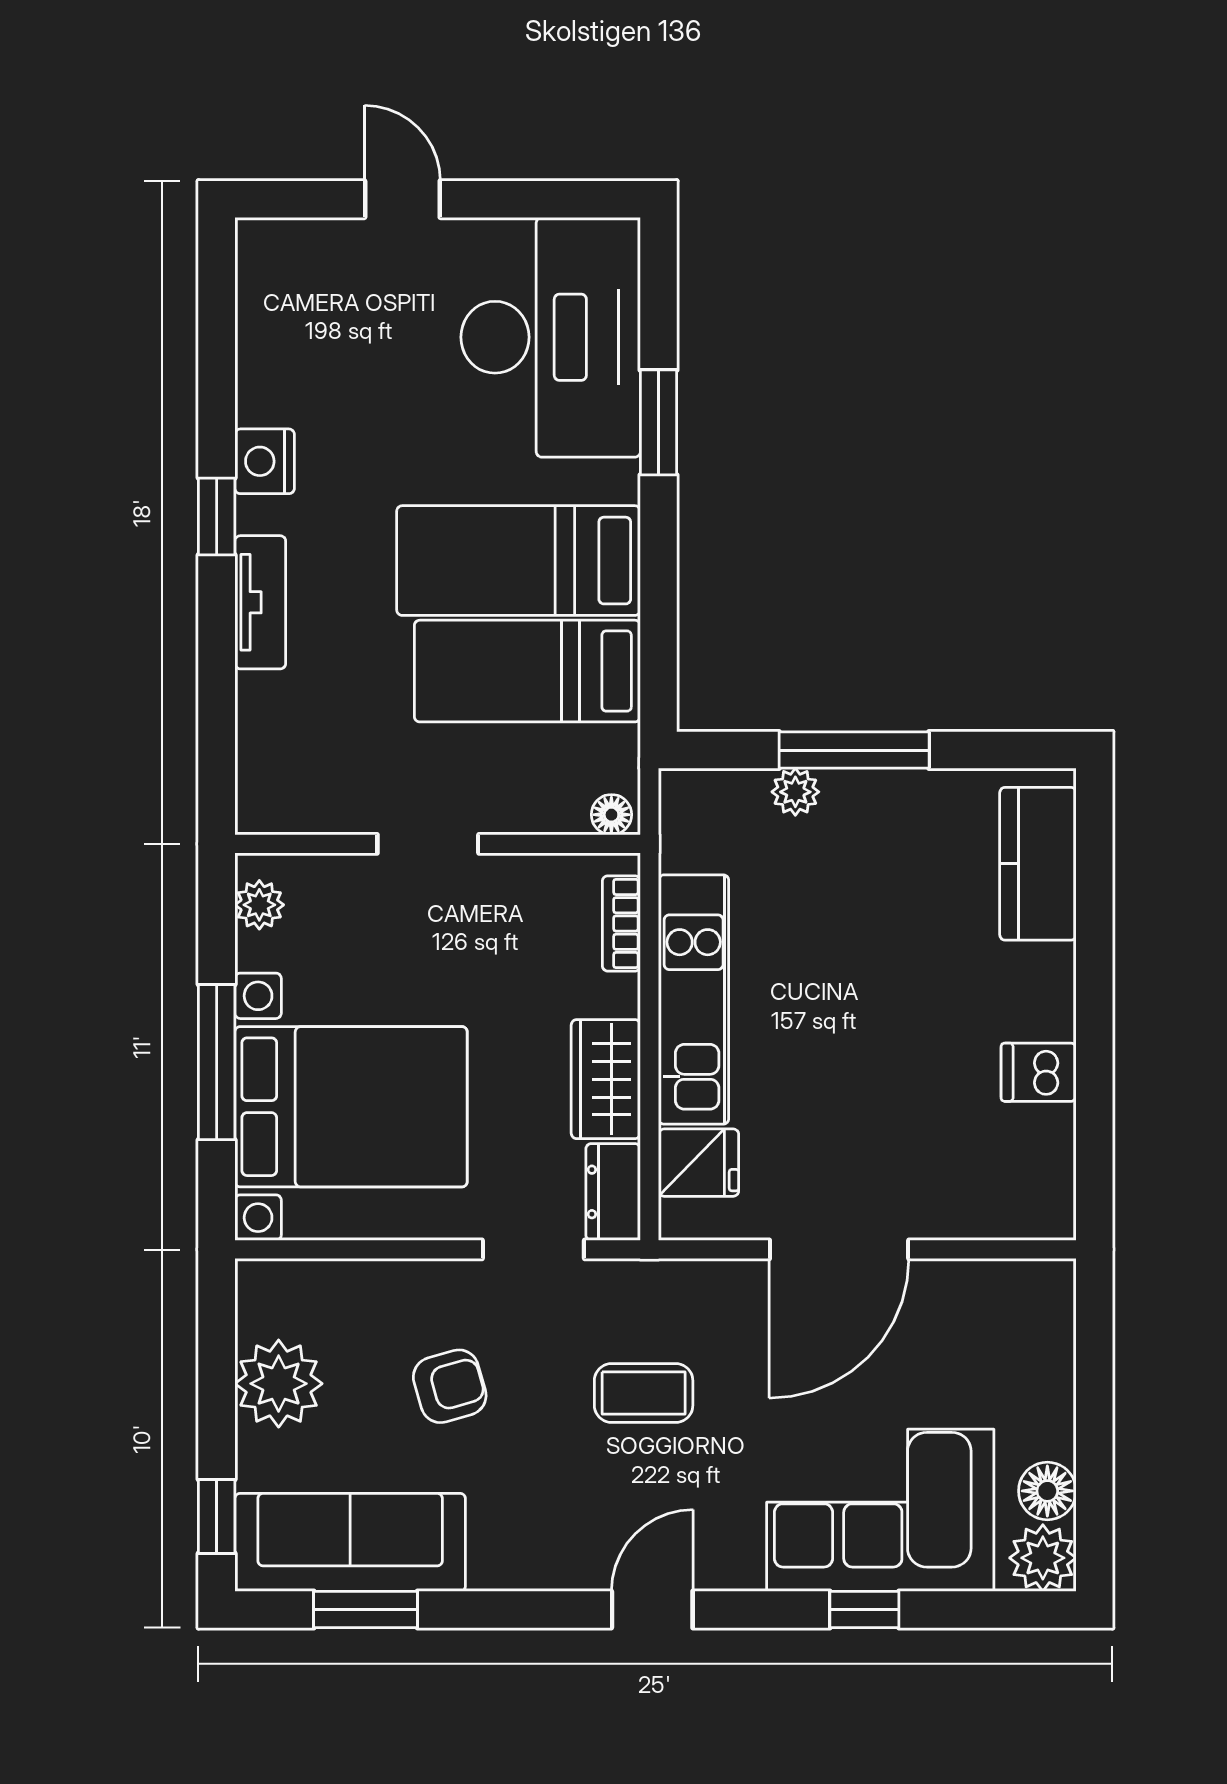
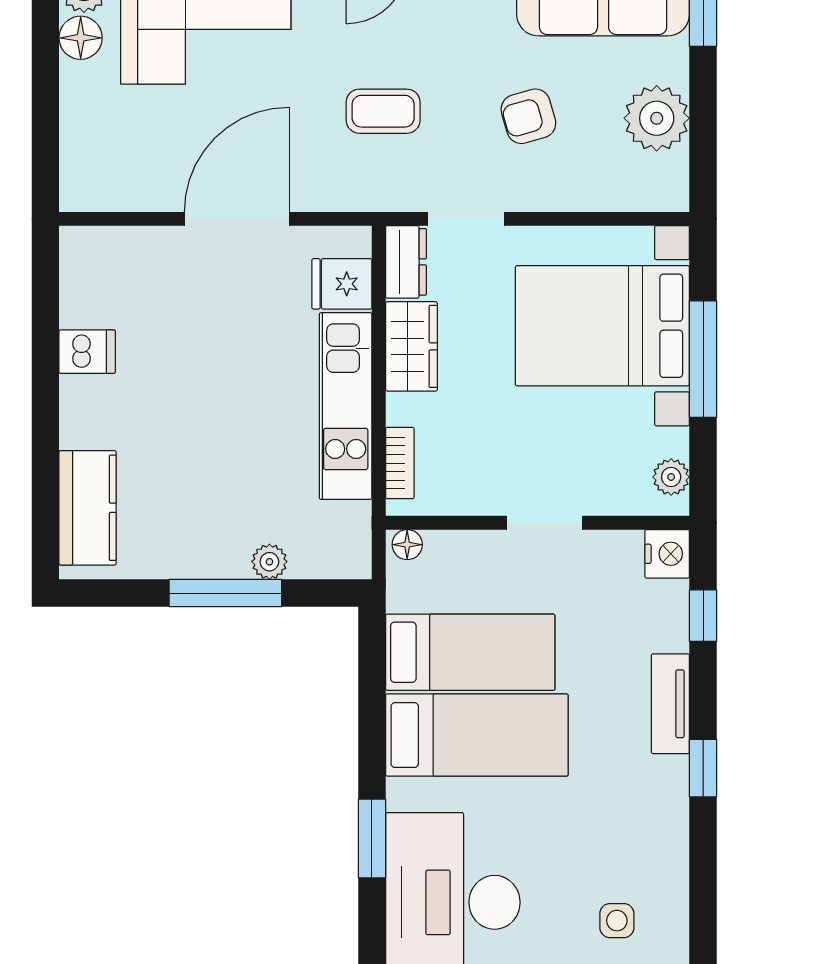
side table: (332, 313) -> (617, 921), added
nightstand: (265, 461) -> (667, 554), moved
window: (217, 720) -> (703, 616), added

